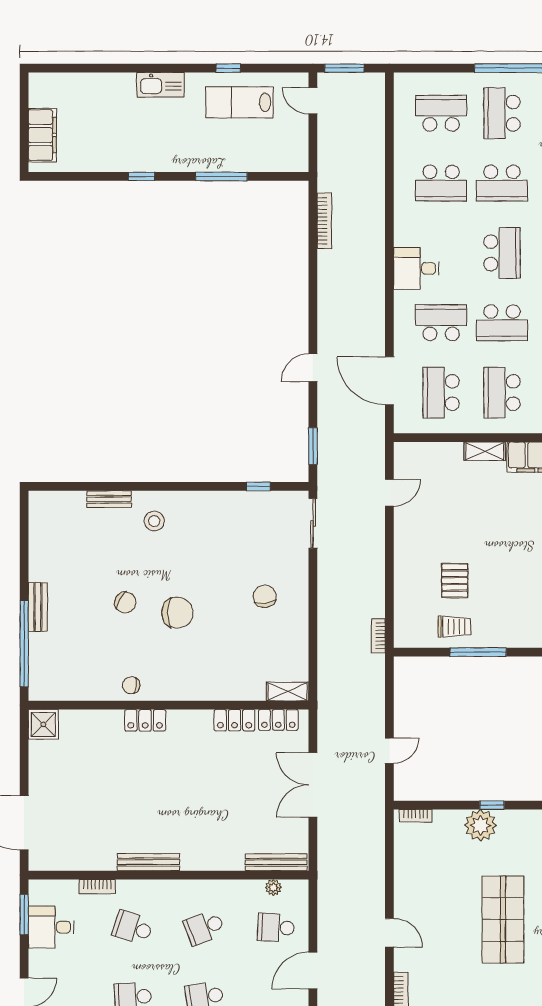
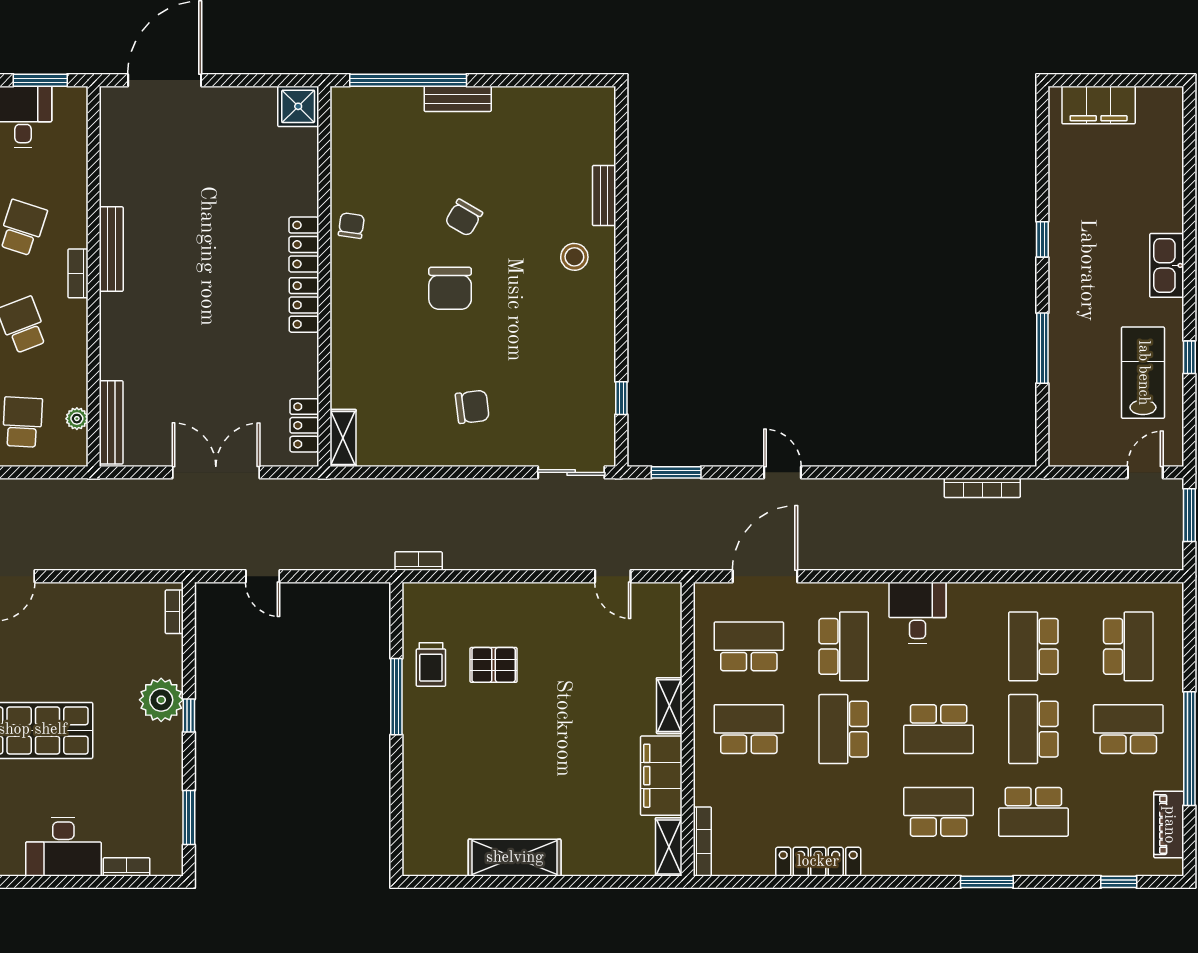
locker: (235, 720) -> (304, 305), moved
bookcase: (97, 887) -> (78, 273), moved

